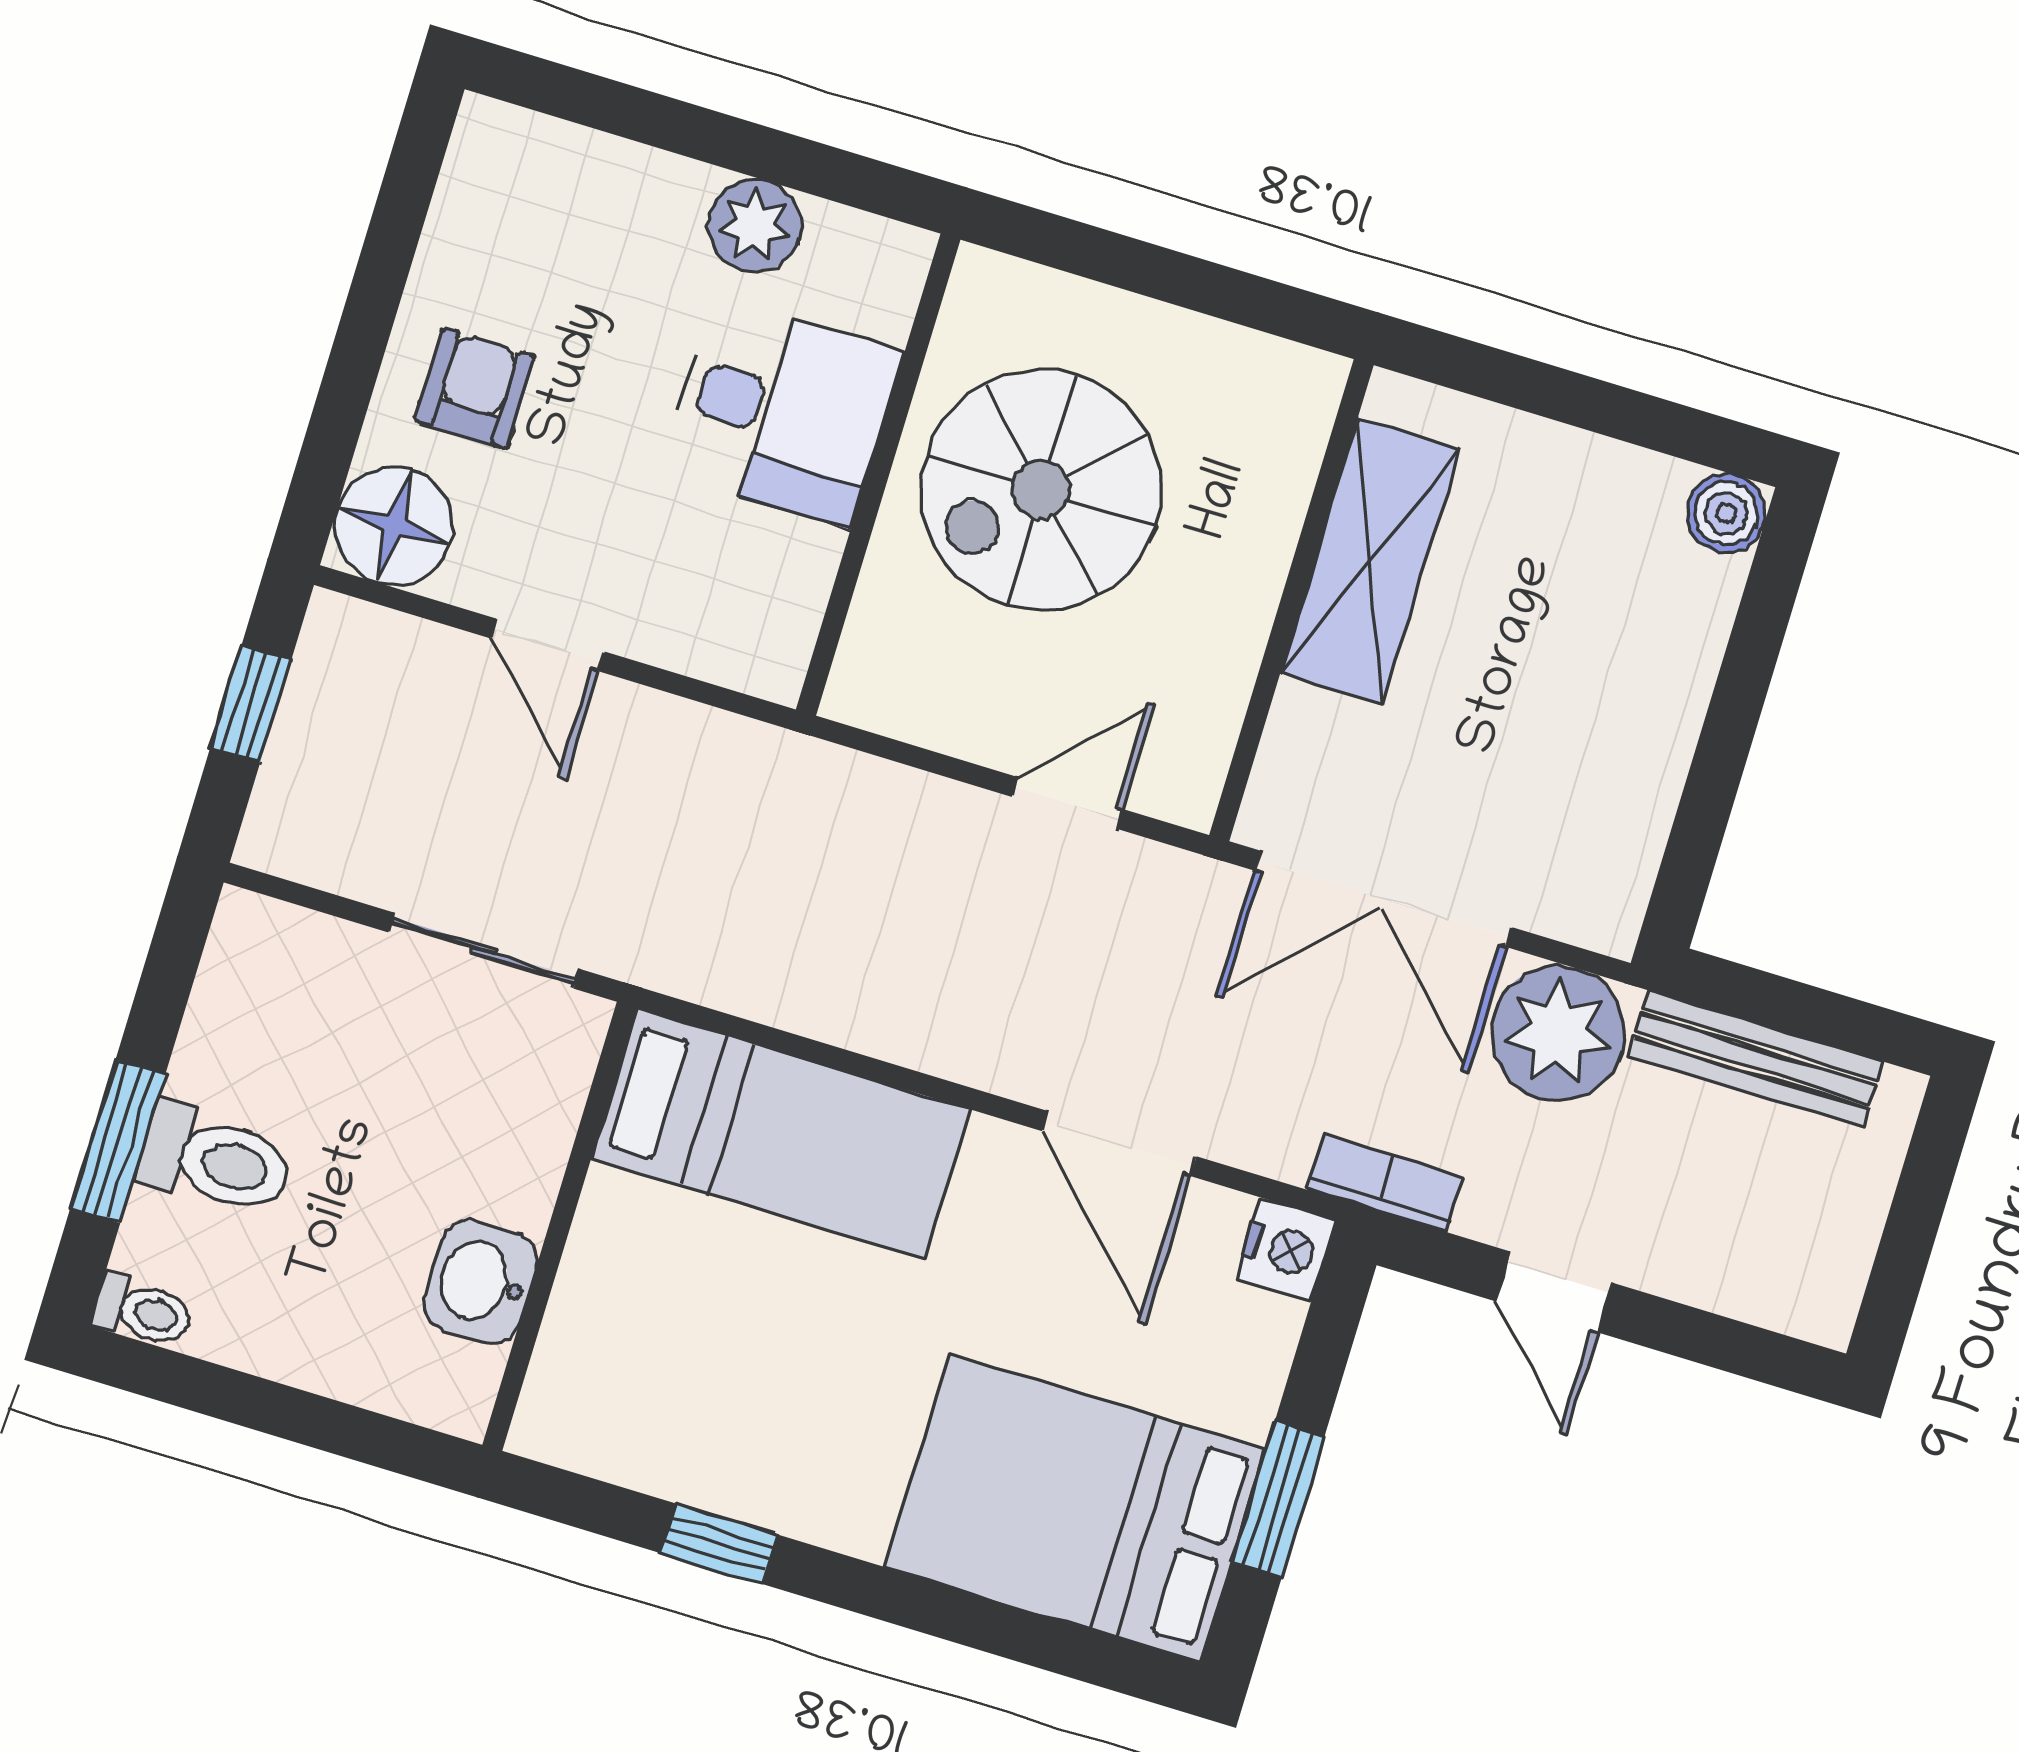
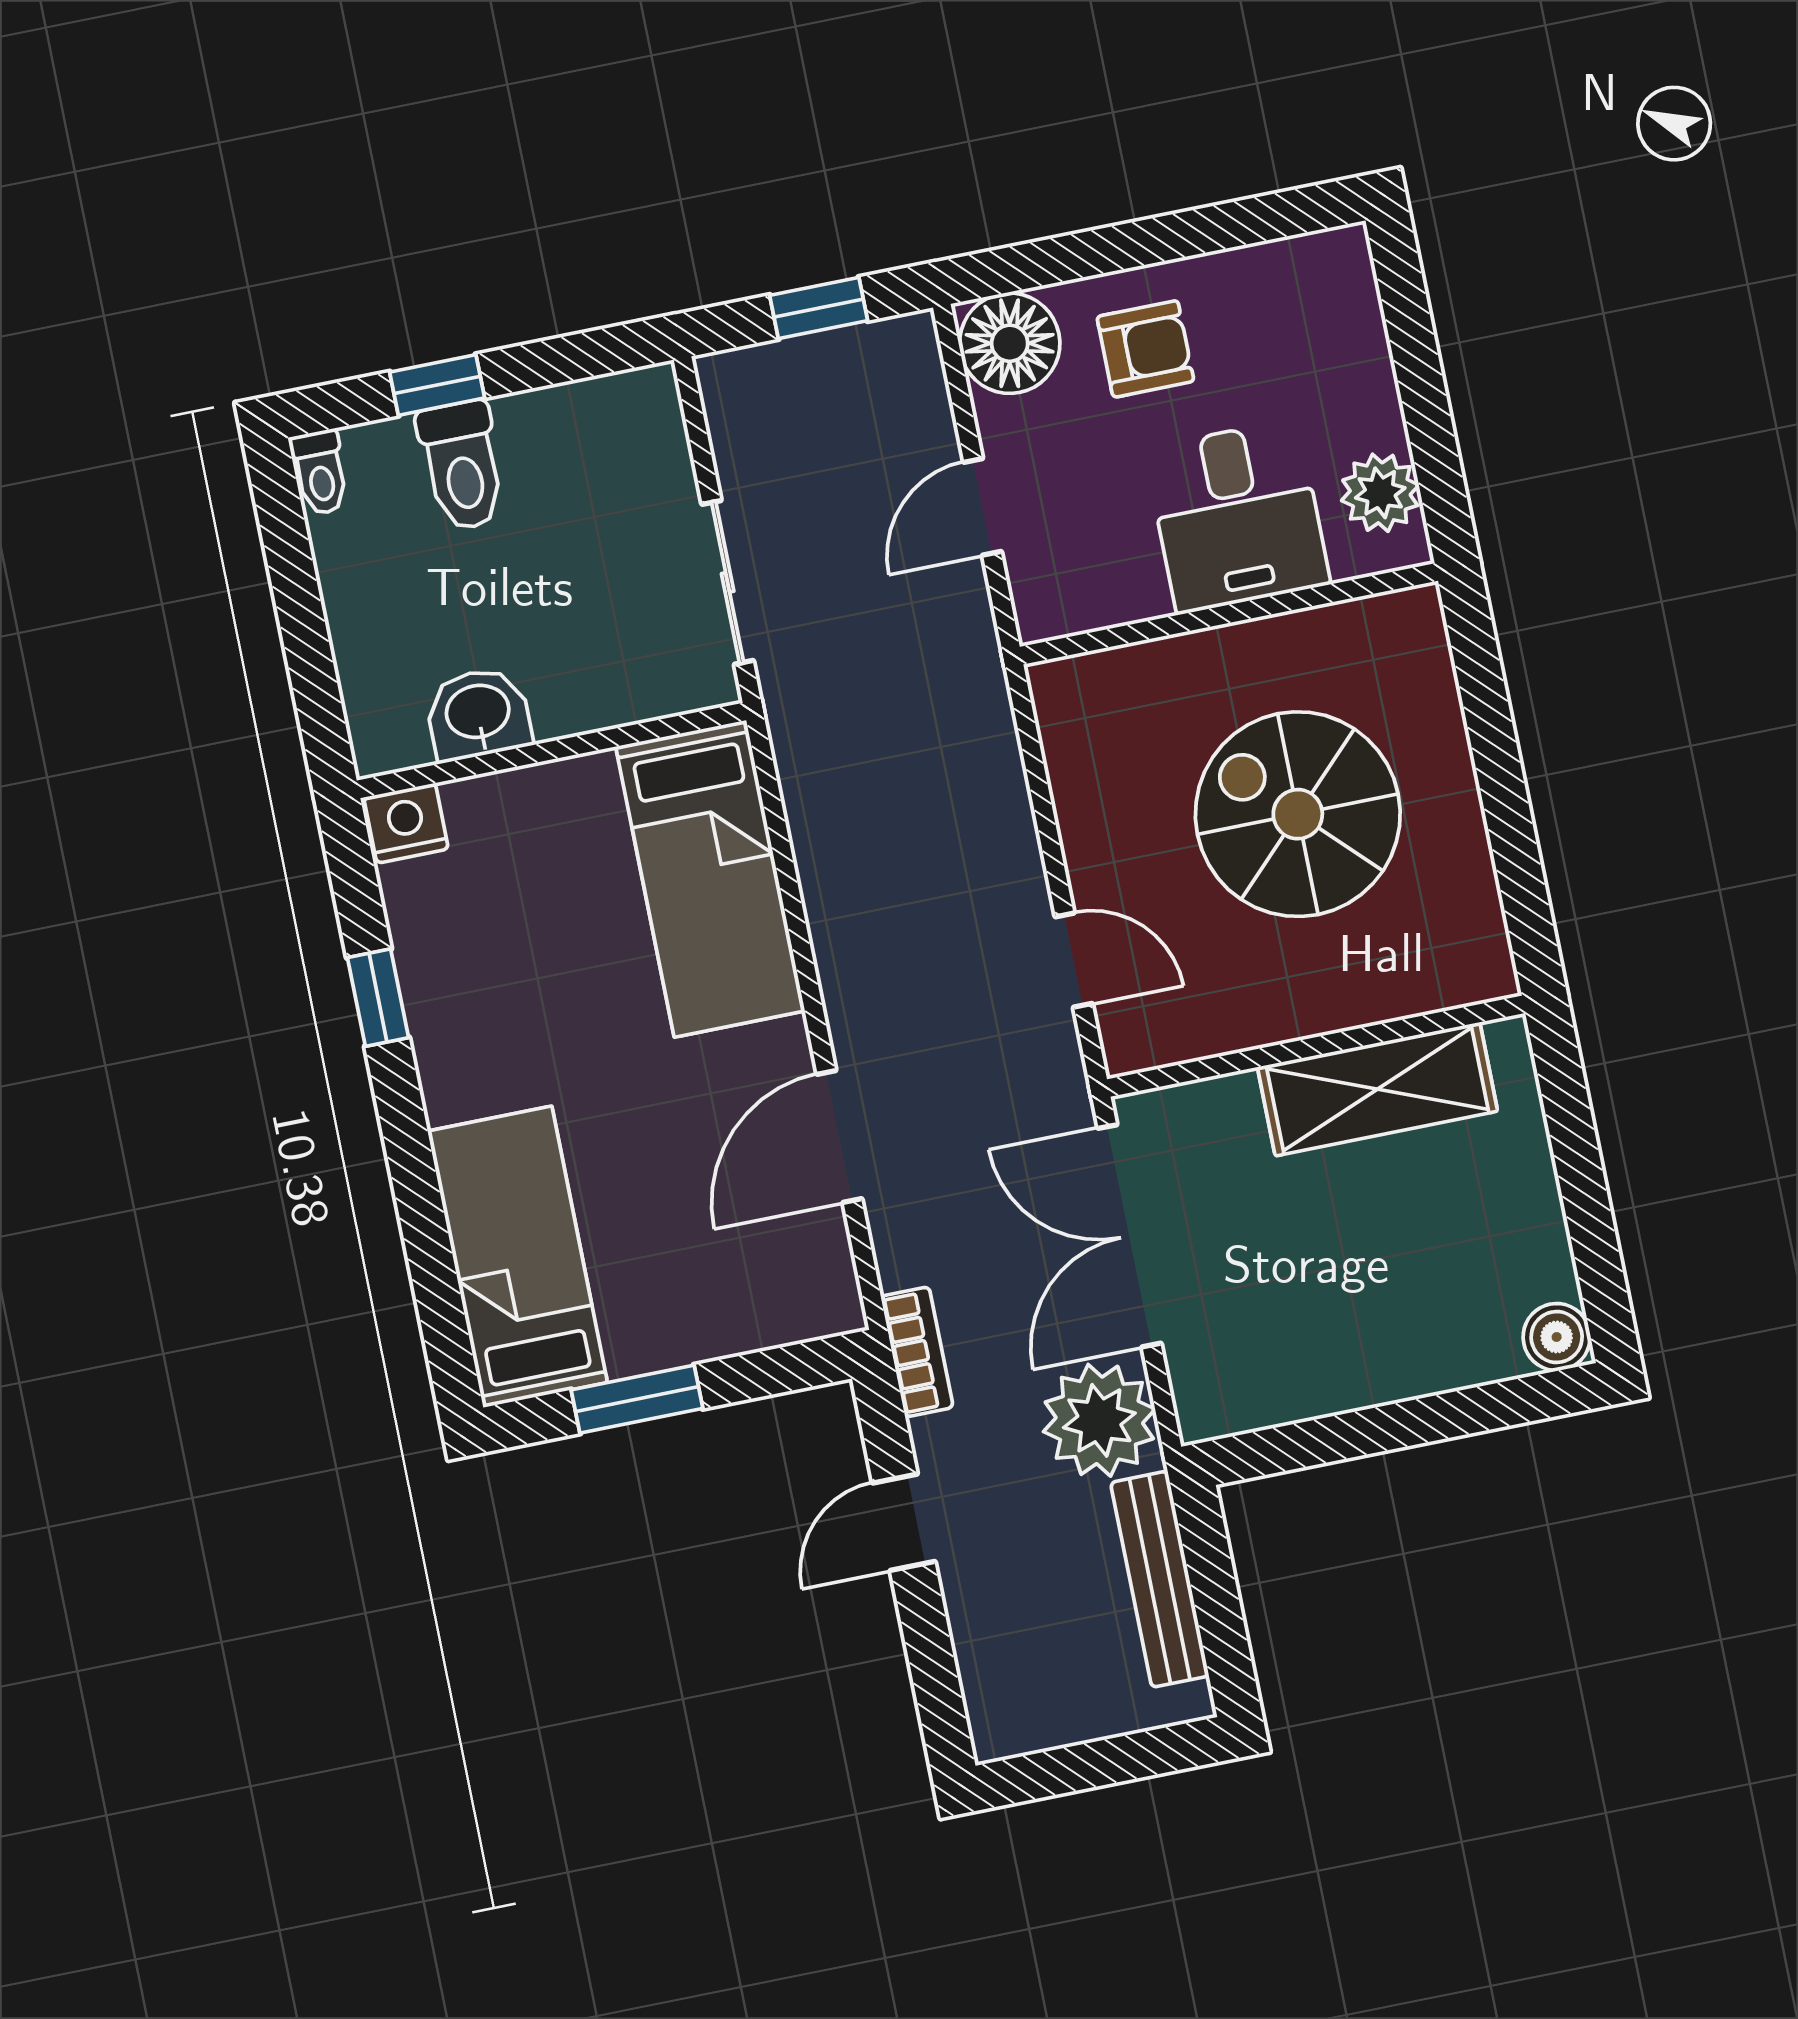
desk: (782, 412) -> (1237, 516), moved
wall: (878, 475) -> (1229, 614), moved
window: (118, 1141) -> (437, 385), width x0.67
nightstand: (1286, 1250) -> (406, 823), moved, turned 180
bed: (1075, 1508) -> (517, 1257), width x0.67

